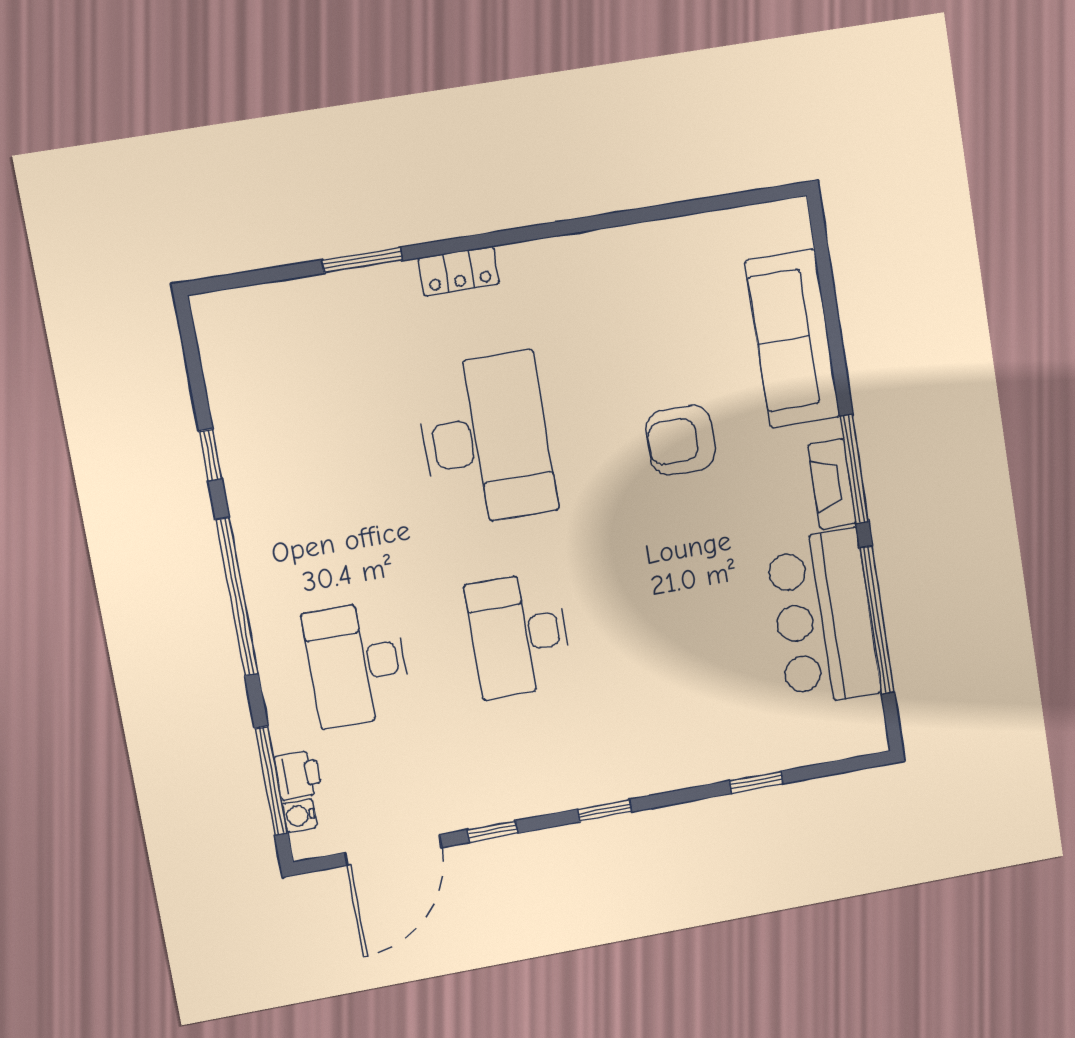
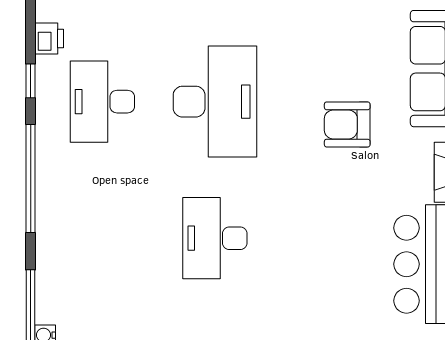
desk: (357, 664) -> (102, 102), moved
printer: (298, 775) -> (49, 38), moved

